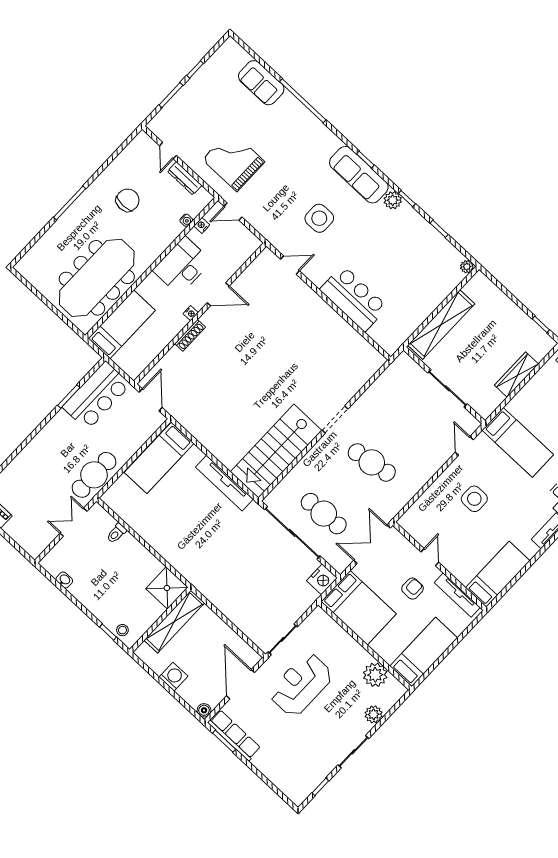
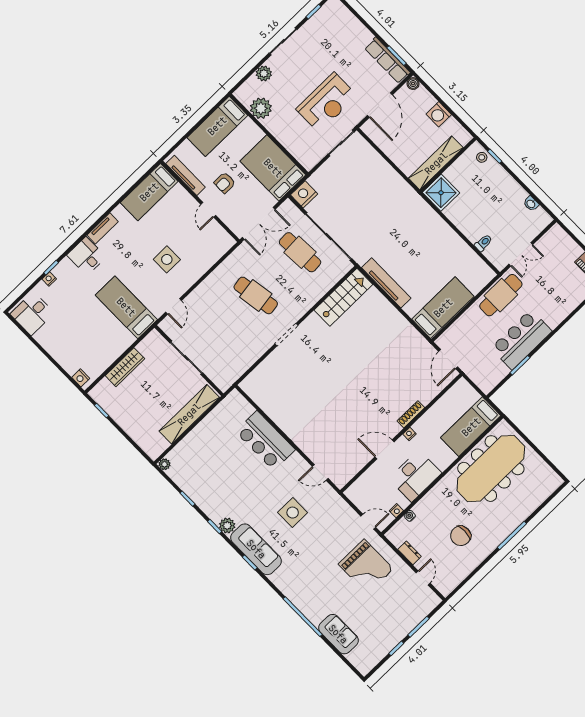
dresser: (185, 178) -> (410, 553), width x0.70
bar counter: (97, 396) -> (521, 340), moved
stairs: (276, 451) -> (343, 297), width x0.73, depth x0.66

